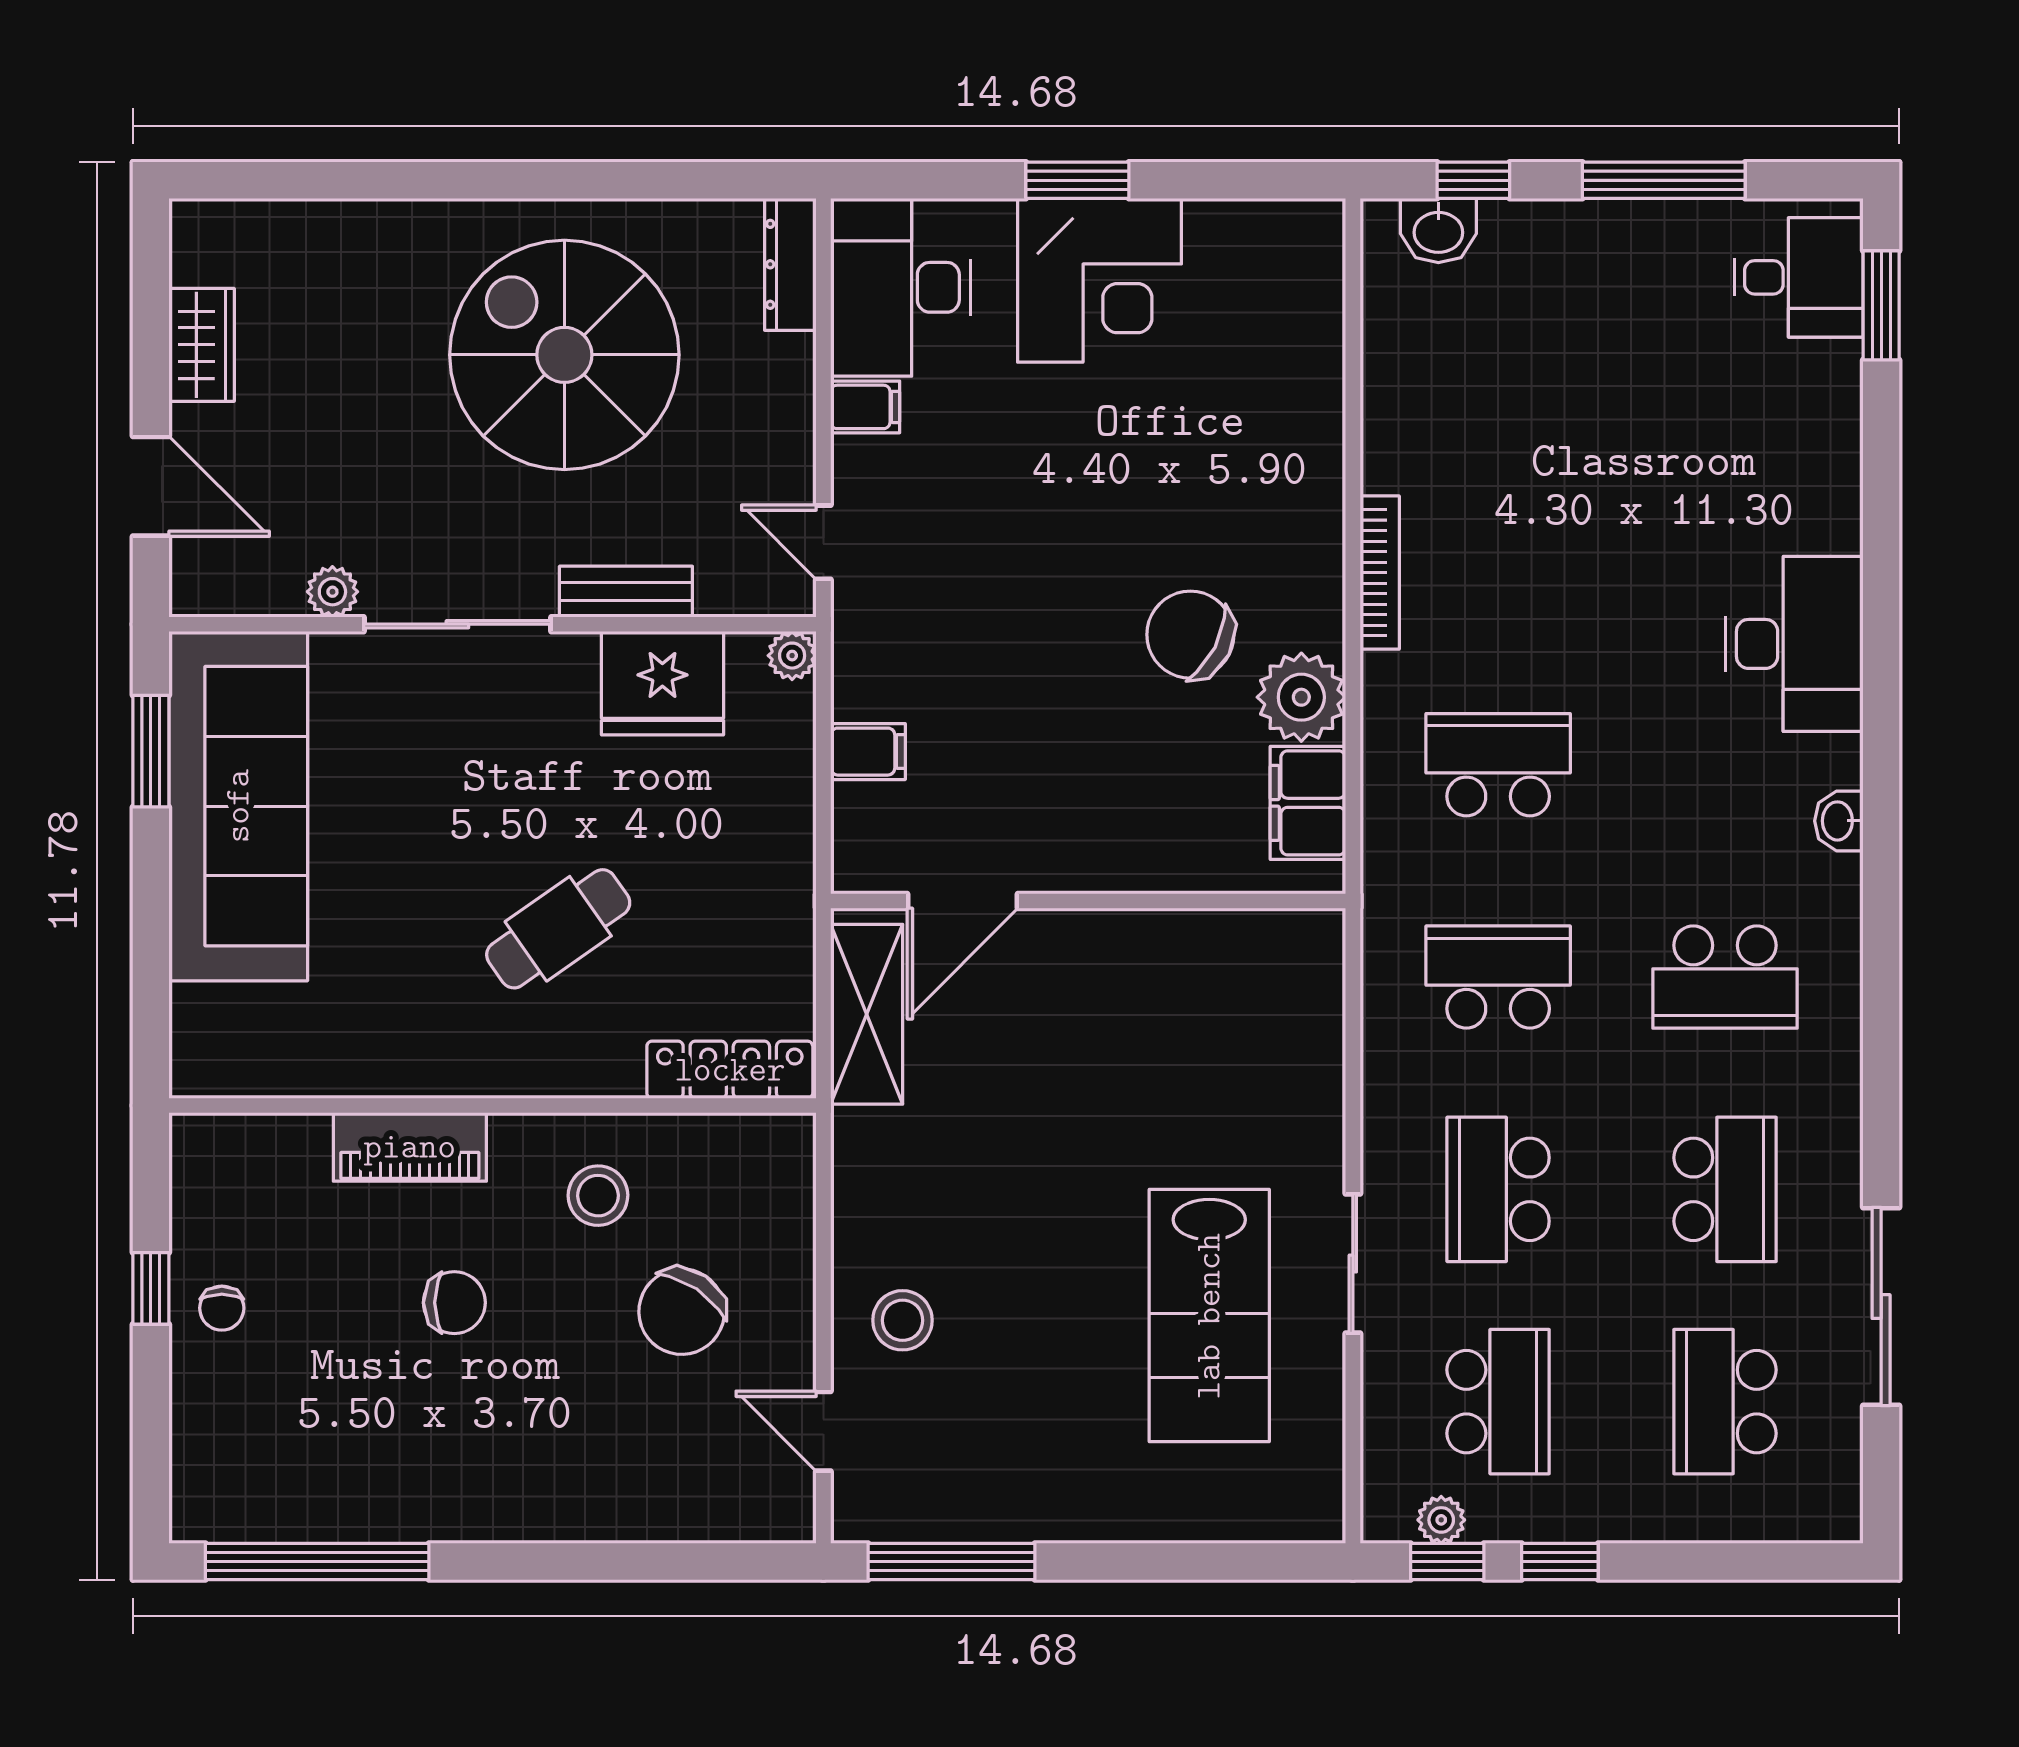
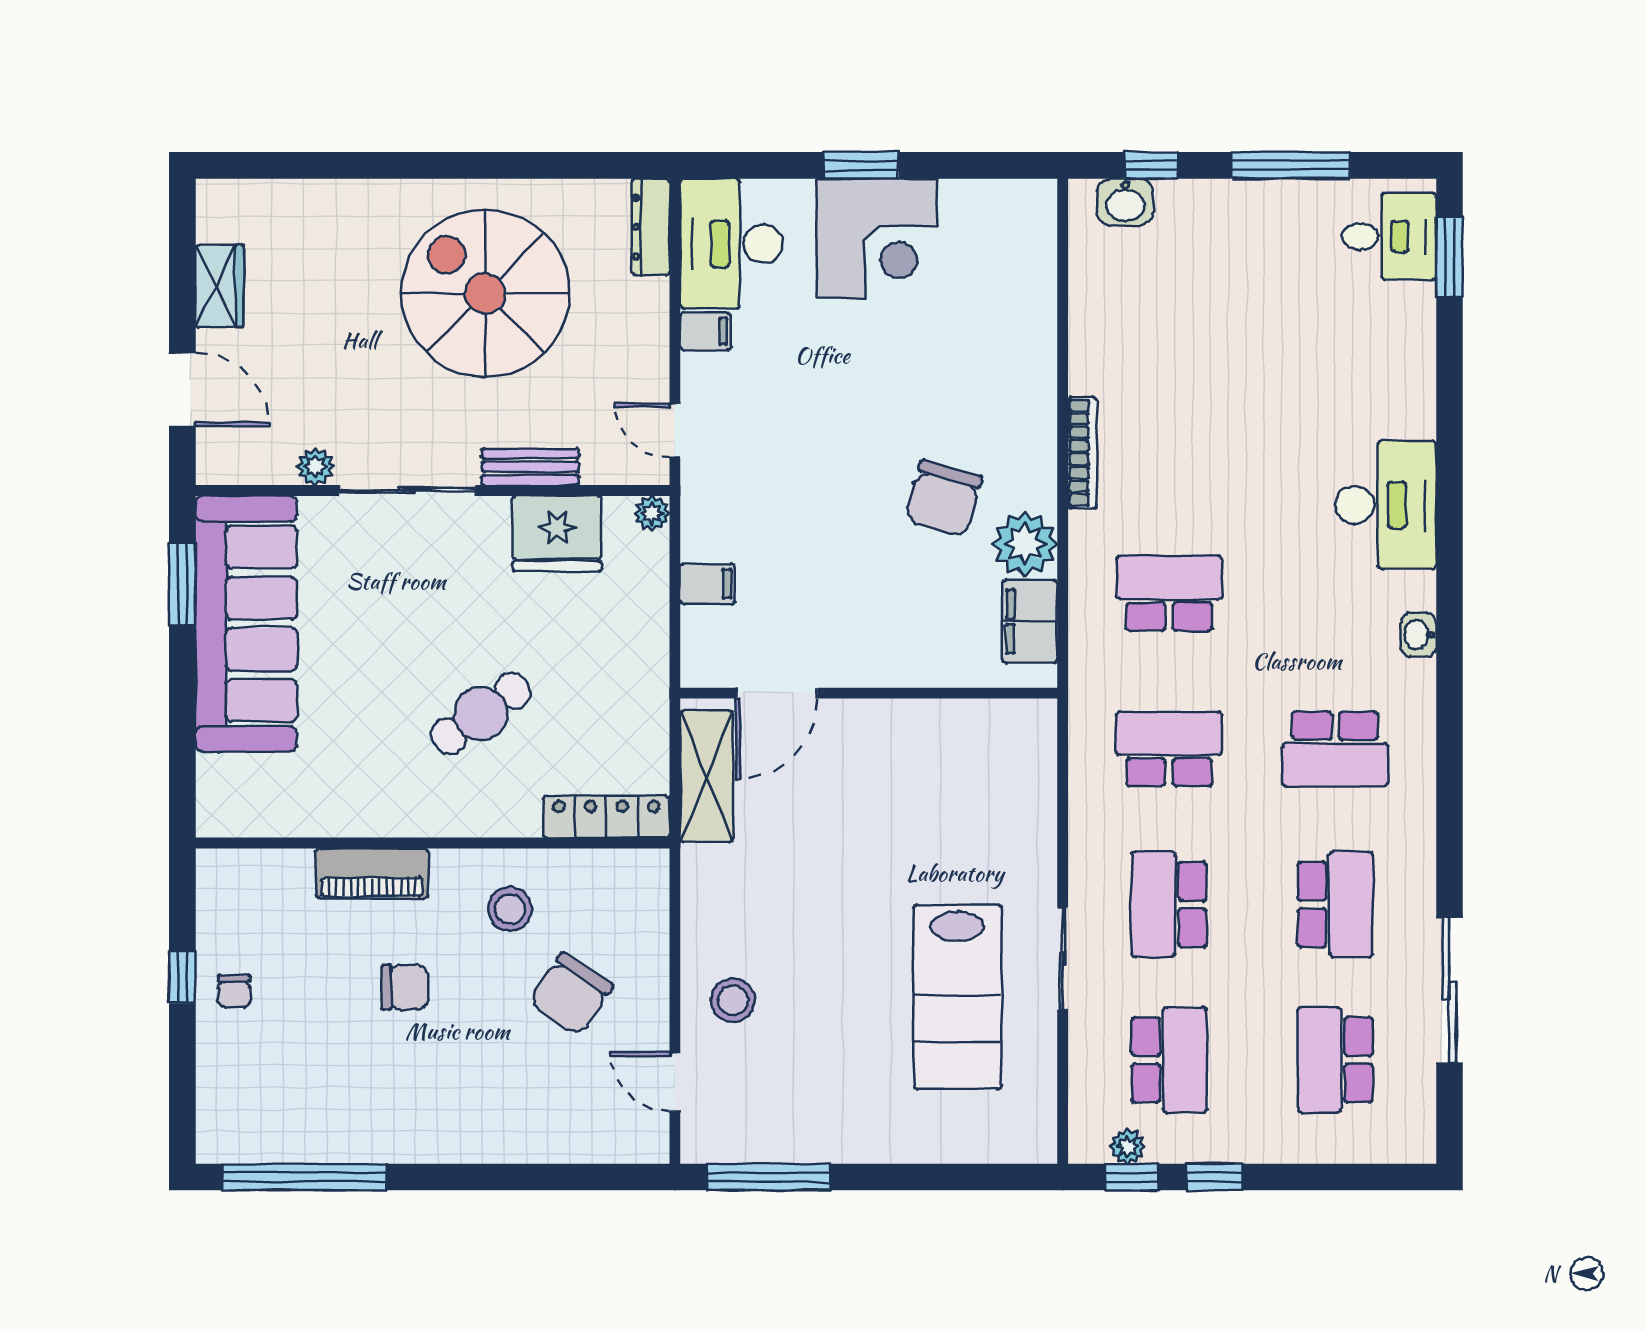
chair: (1190, 635) -> (944, 498), turned -101

